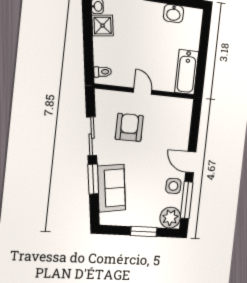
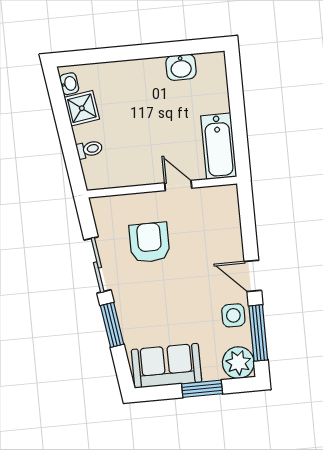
toilet: (103, 72) -> (89, 149), moved
door: (143, 91) -> (178, 186), moved
sofa: (111, 188) -> (167, 366), moved, turned -82

